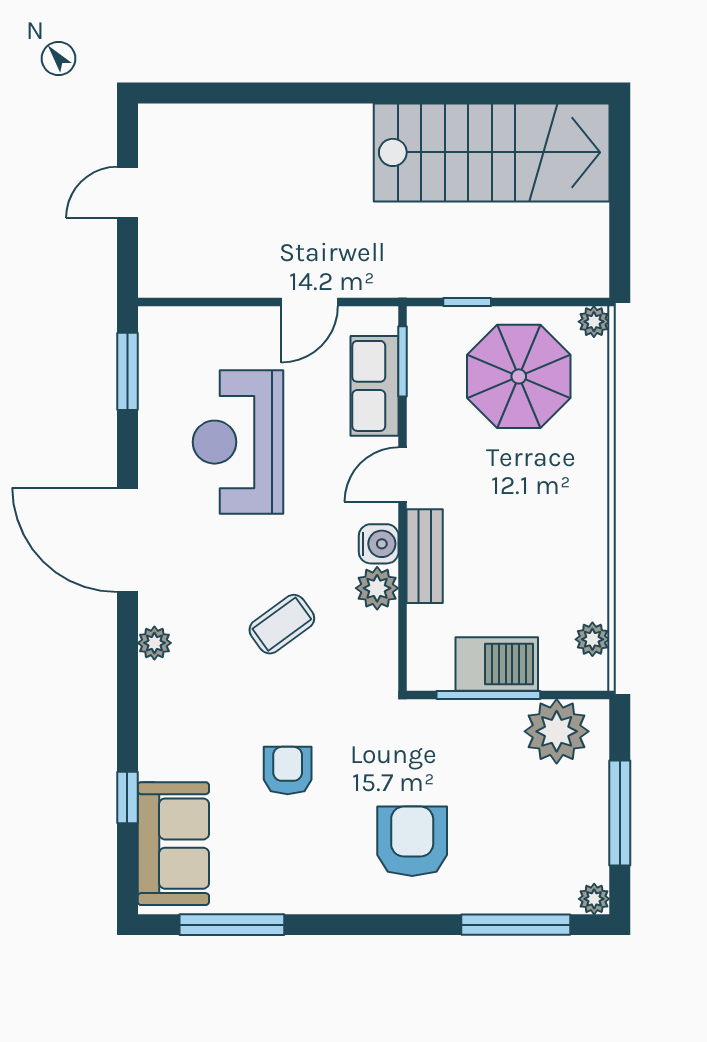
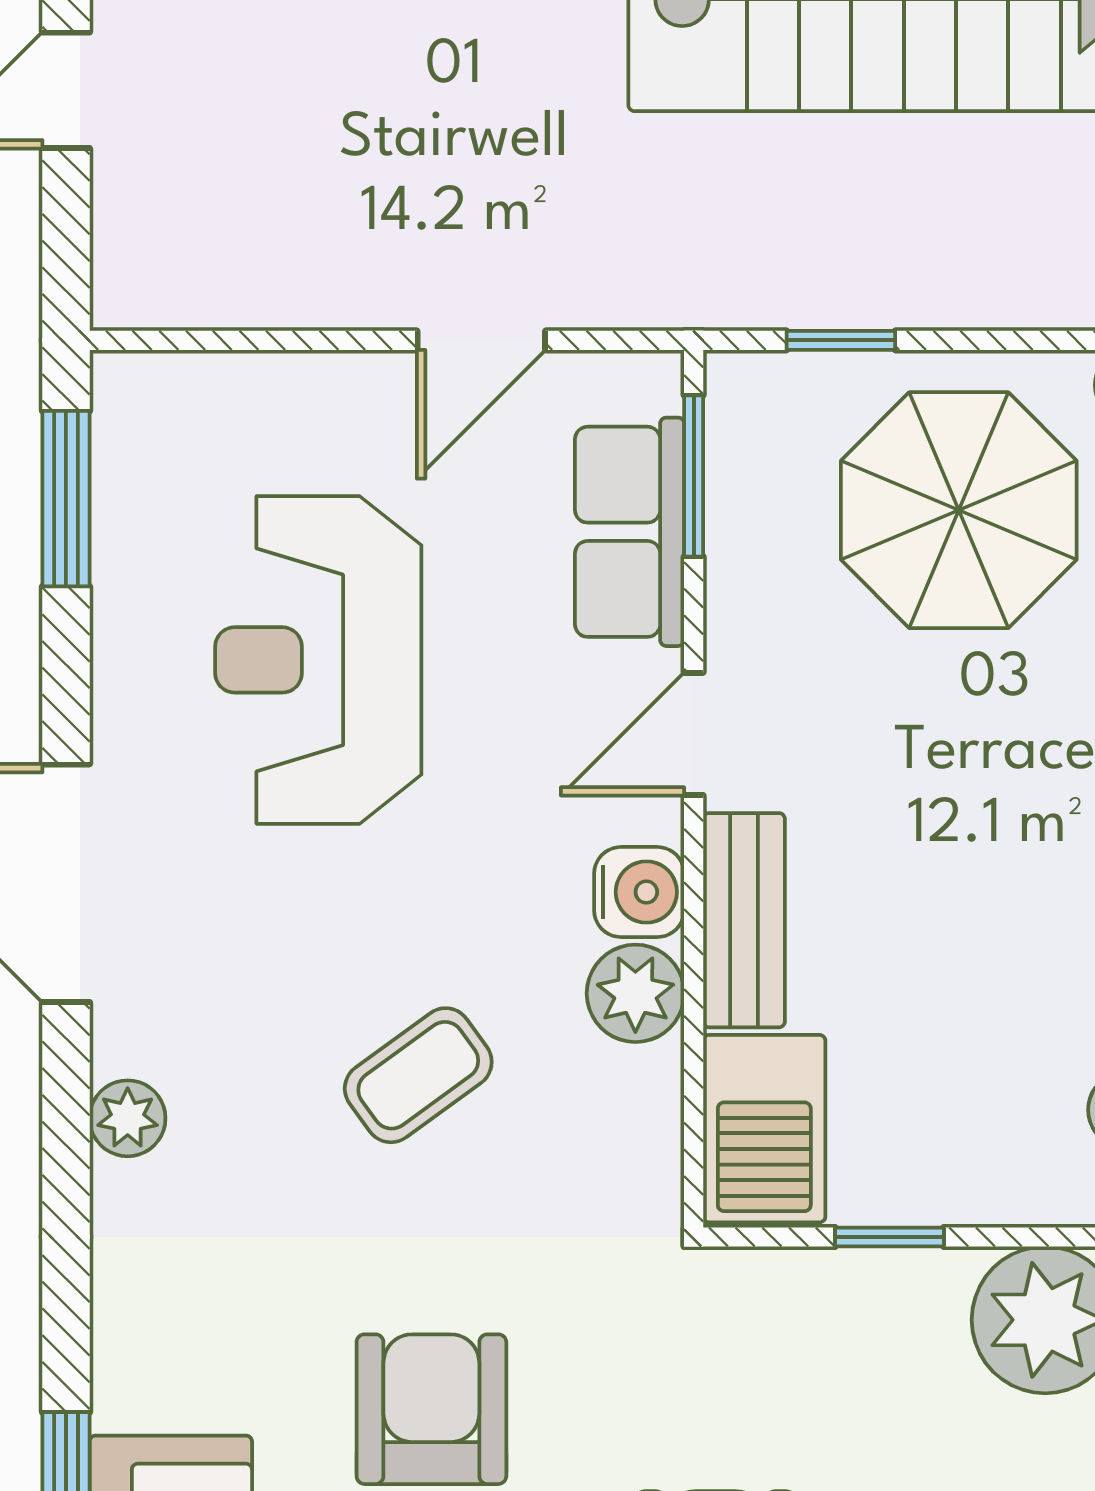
barbecue: (497, 664) -> (764, 1129), moved, turned 90
window: (488, 695) -> (889, 1237), width x0.46
armchair: (288, 770) -> (431, 1409), width x1.38, depth x1.38

